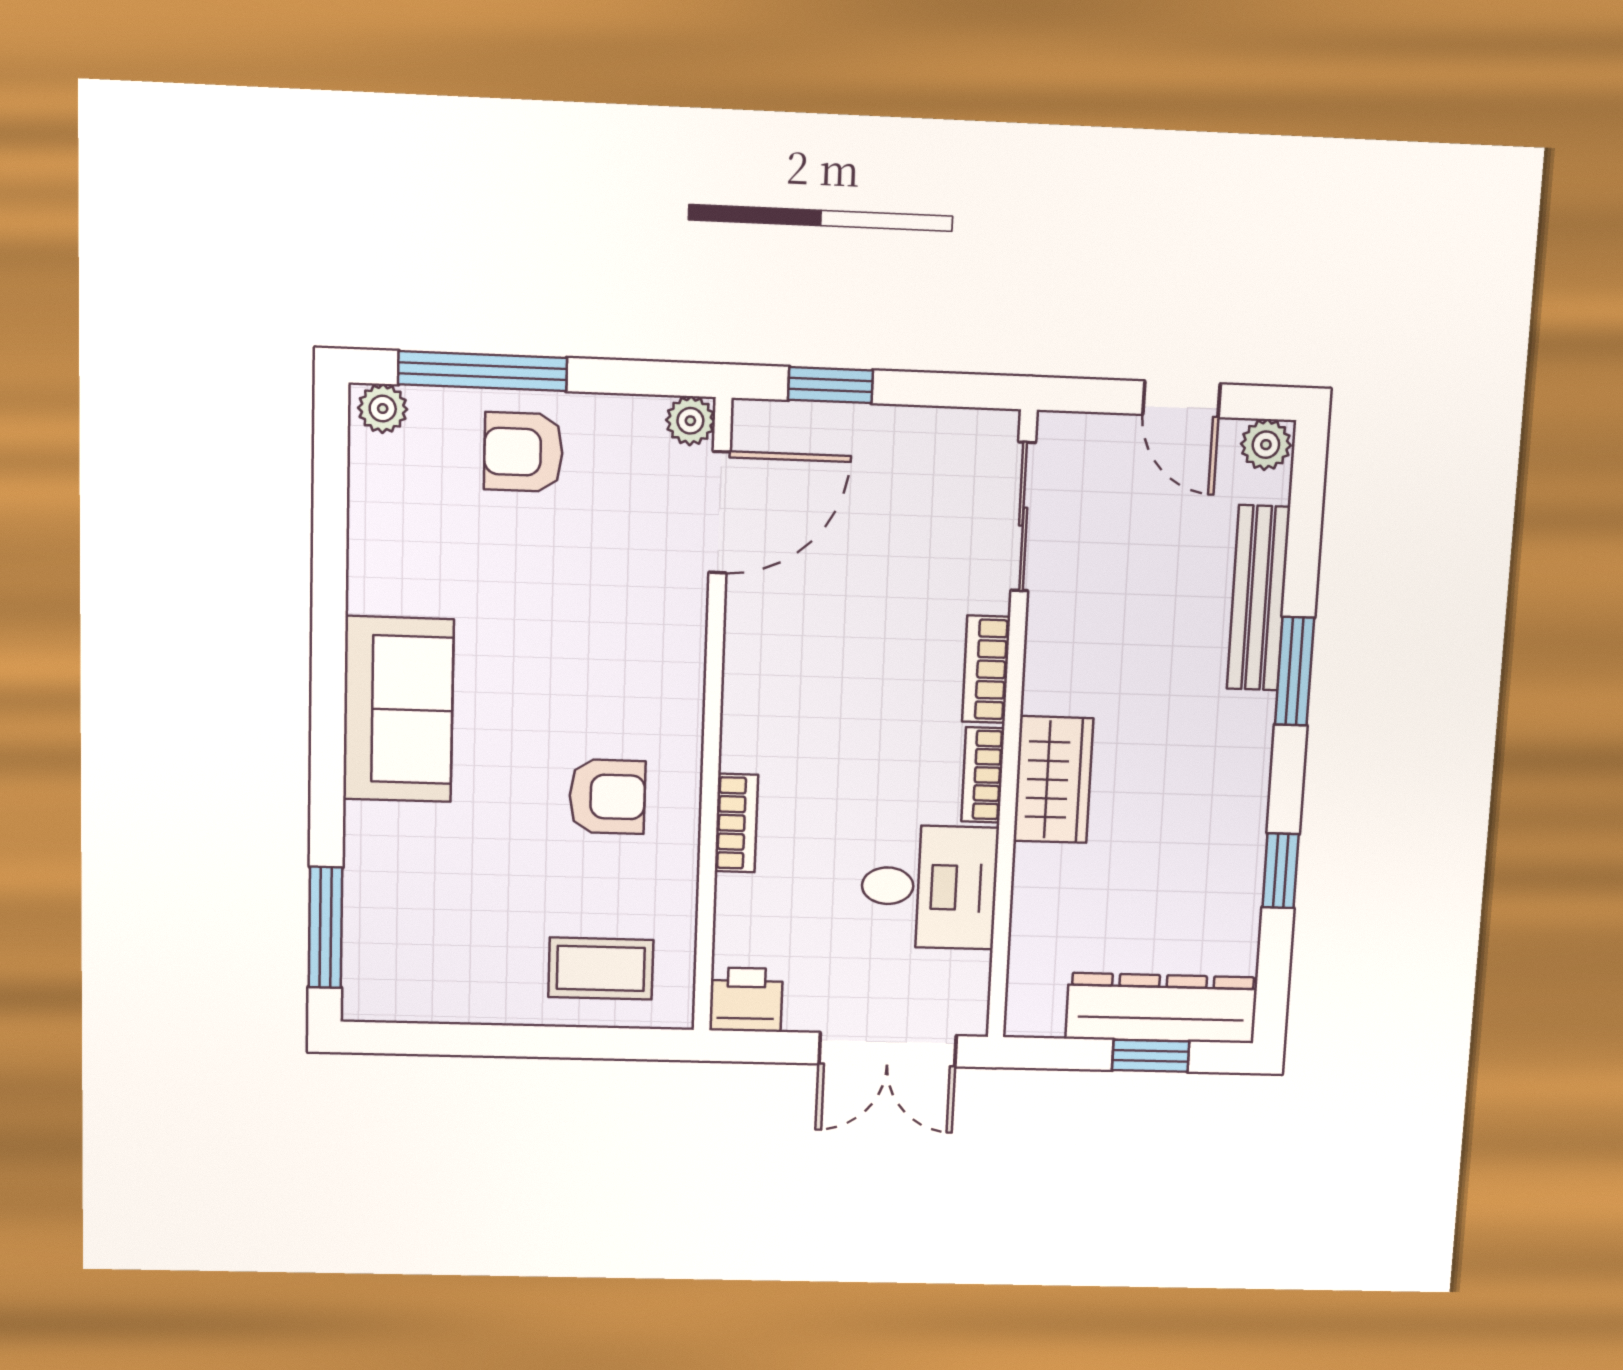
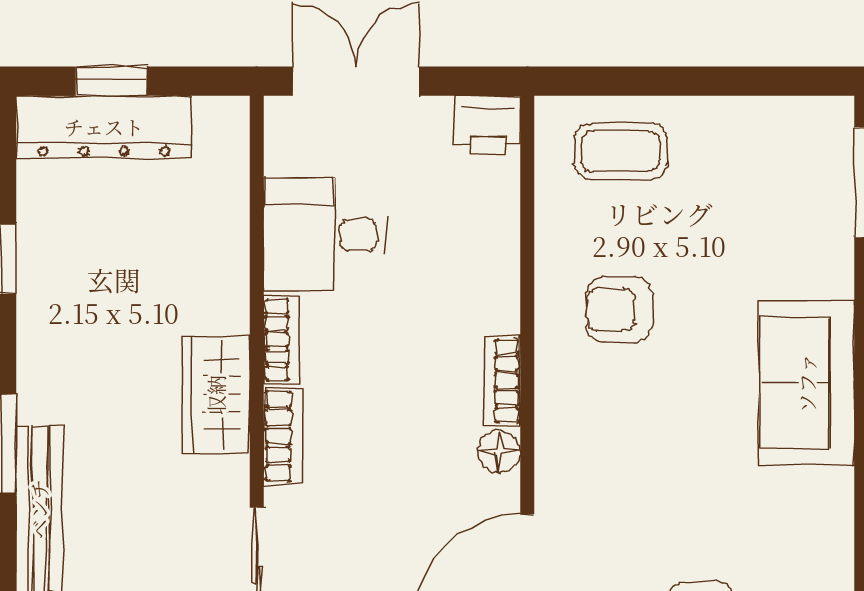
floor lamp: (747, 644) -> (499, 452), added
wardrobe: (1053, 780) -> (216, 395), moved
bookcase: (736, 823) -> (502, 381), moved

